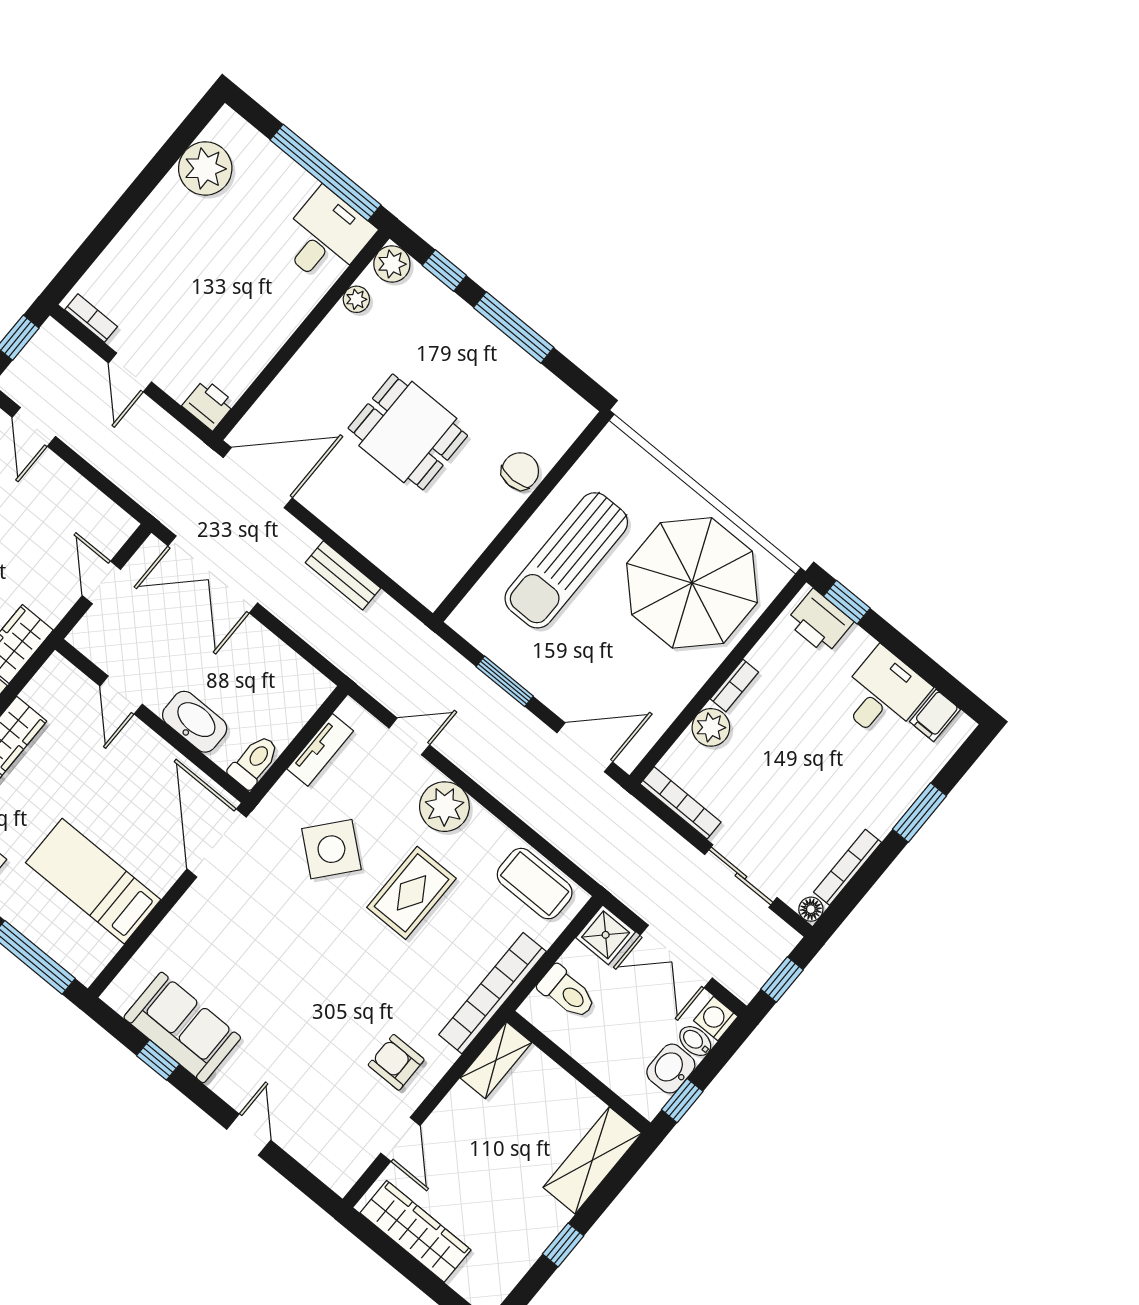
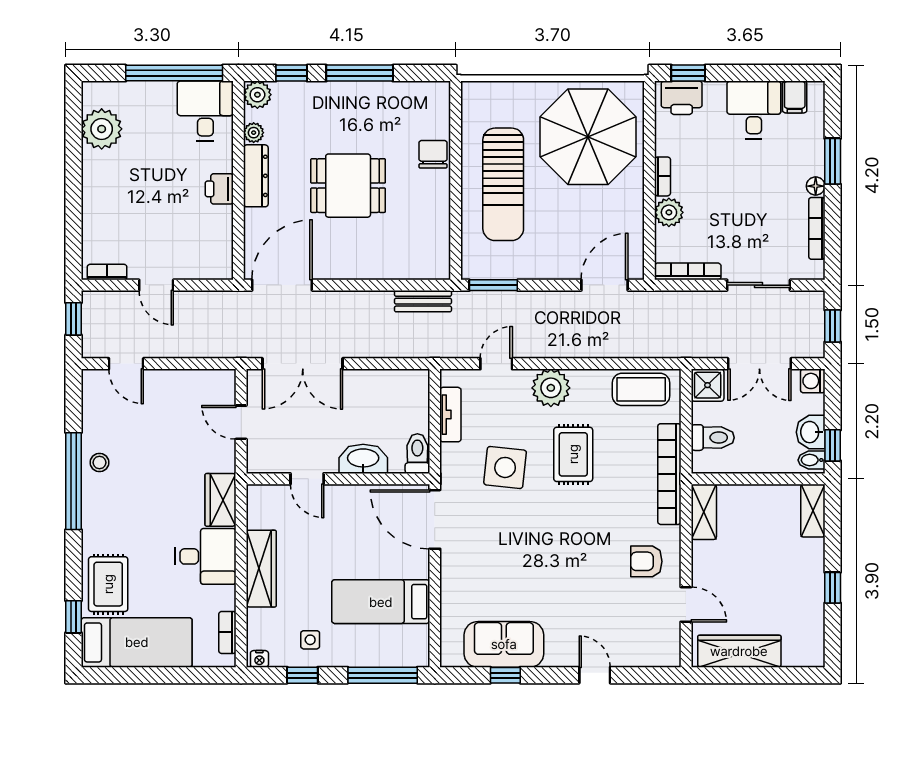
dresser: (322, 345) -> (256, 176), added
printer: (209, 405) -> (219, 189), moved, turned -90
bench: (343, 575) -> (423, 301), moved
window: (505, 681) -> (493, 285), moved
side table: (331, 849) -> (505, 467), turned -34
floor lamp: (811, 909) -> (816, 186), moved
bidet: (695, 1041) -> (812, 460), moved
shelving: (592, 1160) -> (813, 511), width x0.67, depth x0.75

